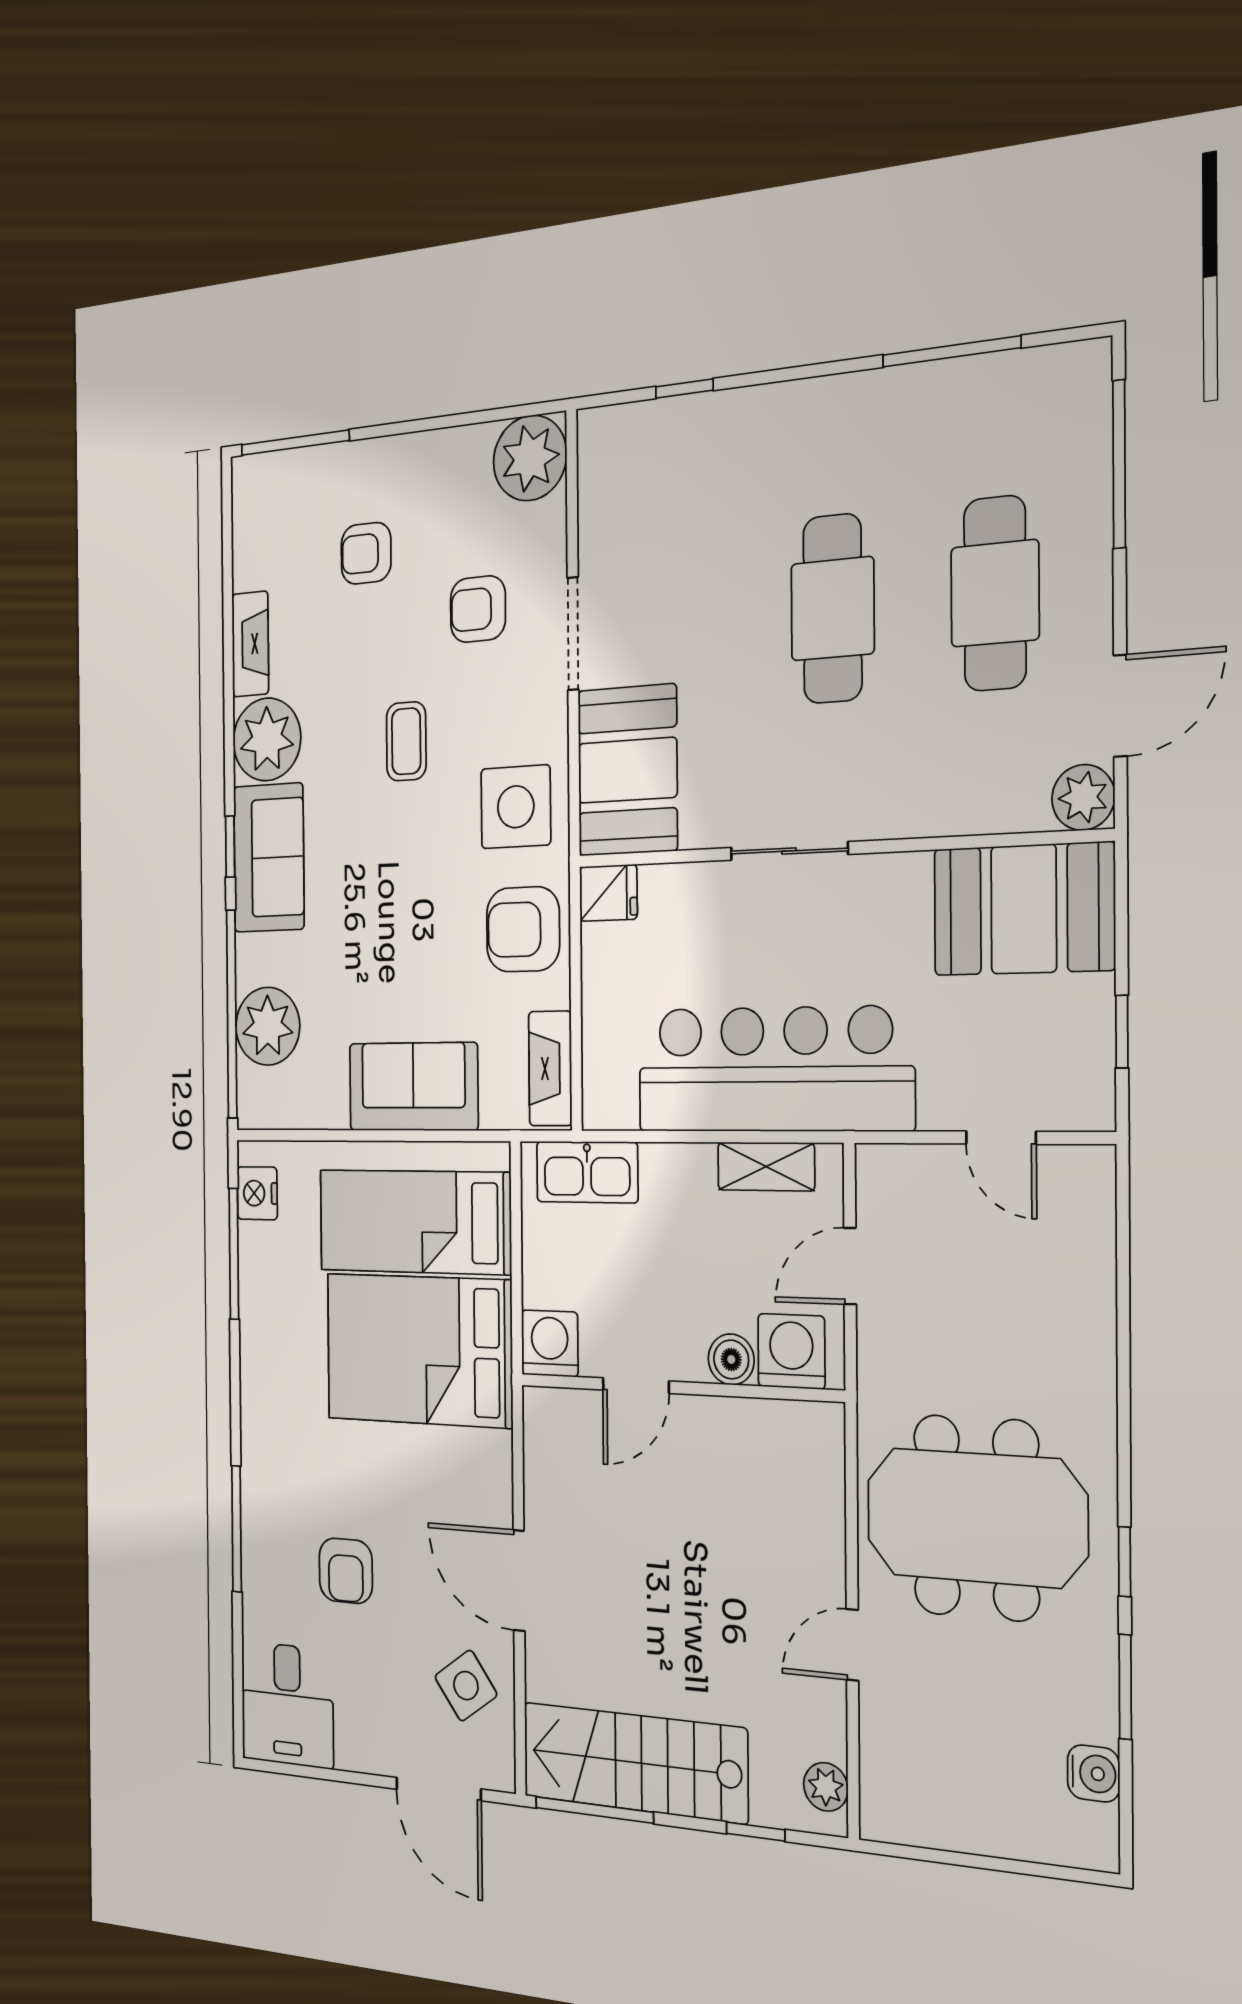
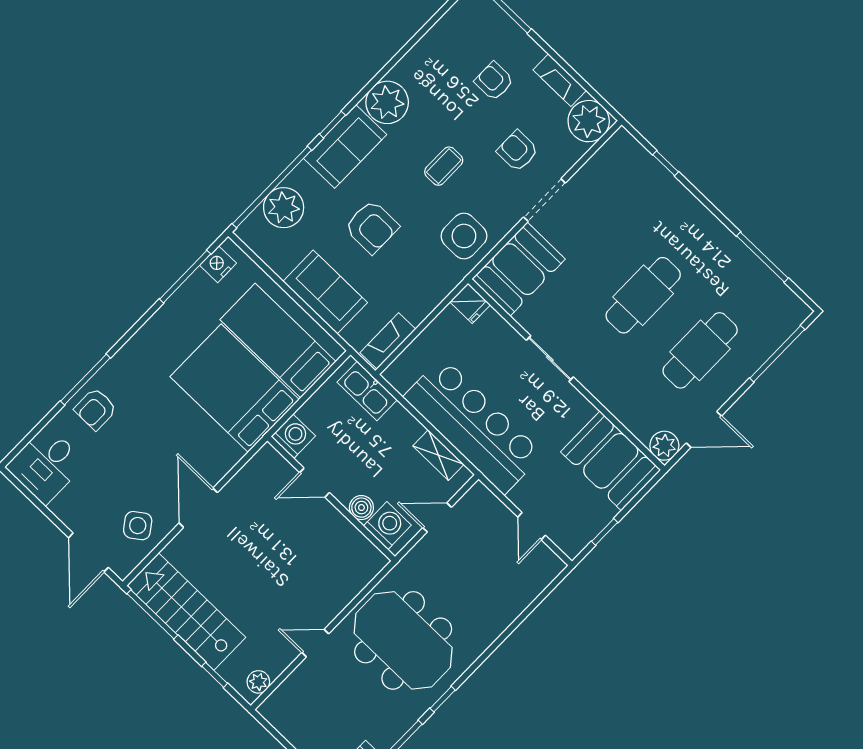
fireplace: (250, 644) -> (560, 80), moved, turned 90
armchair: (523, 929) -> (372, 227), moved, turned 180
armchair: (346, 1571) -> (96, 409), moved

